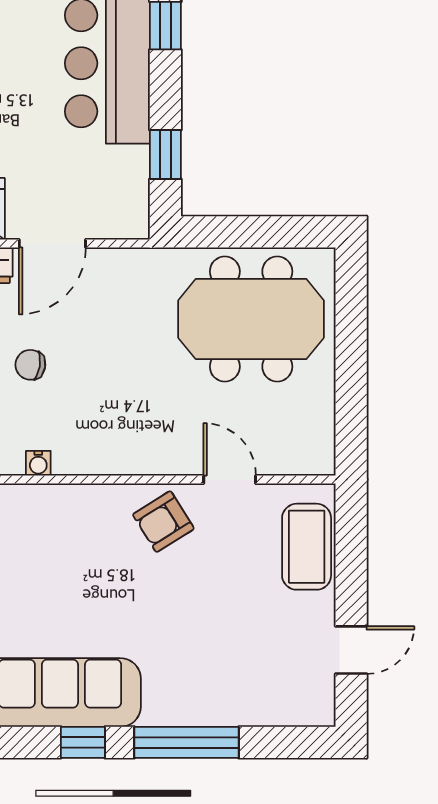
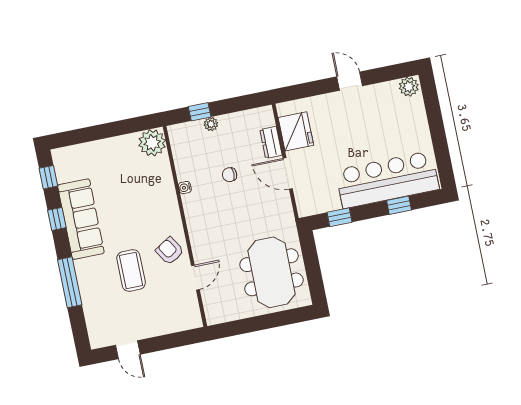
chair: (30, 365) -> (230, 175), turned -99
coffee table: (307, 547) -> (131, 270), moved, turned 90
window: (83, 742) -> (57, 219), moved

